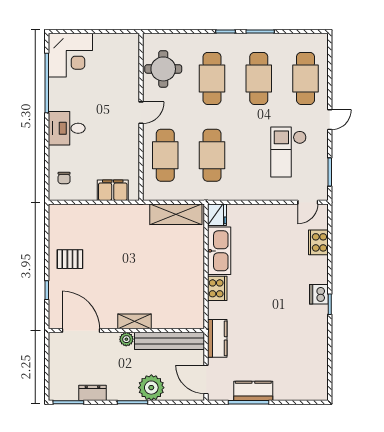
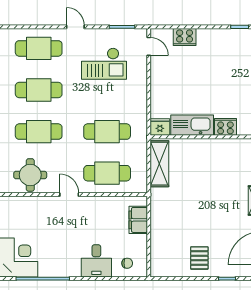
desk: (67, 128) -> (96, 261), moved
dishwasher: (319, 294) -> (231, 37), removed

